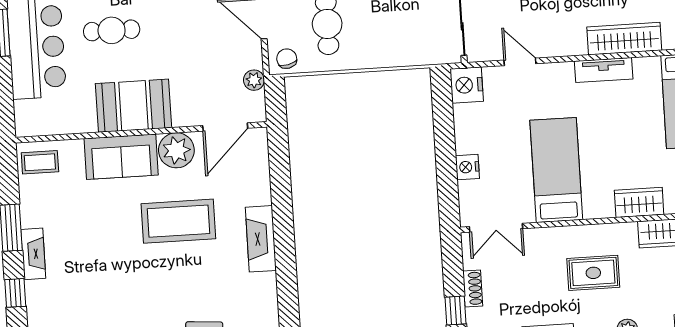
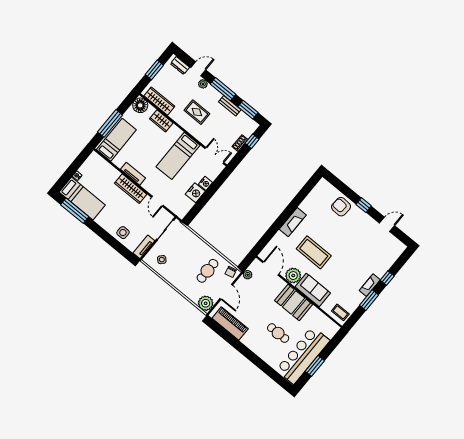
wardrobe: (624, 39) -> (131, 189), moved
nightstand: (467, 85) -> (195, 193), moved
door: (225, 127) -> (271, 268), hinge flipped

